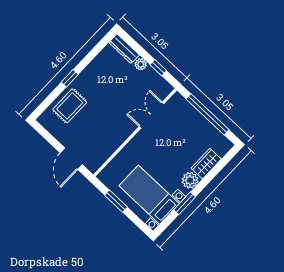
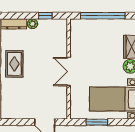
rug: (70, 106) -> (14, 64), moved
double door: (152, 115) -> (69, 72), moved

